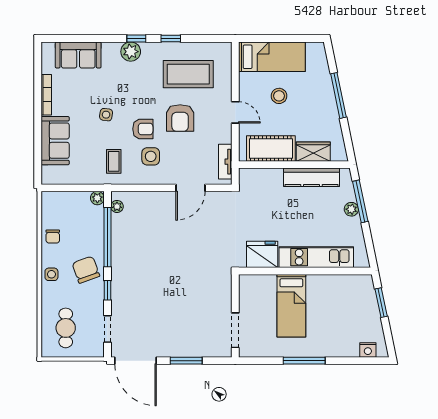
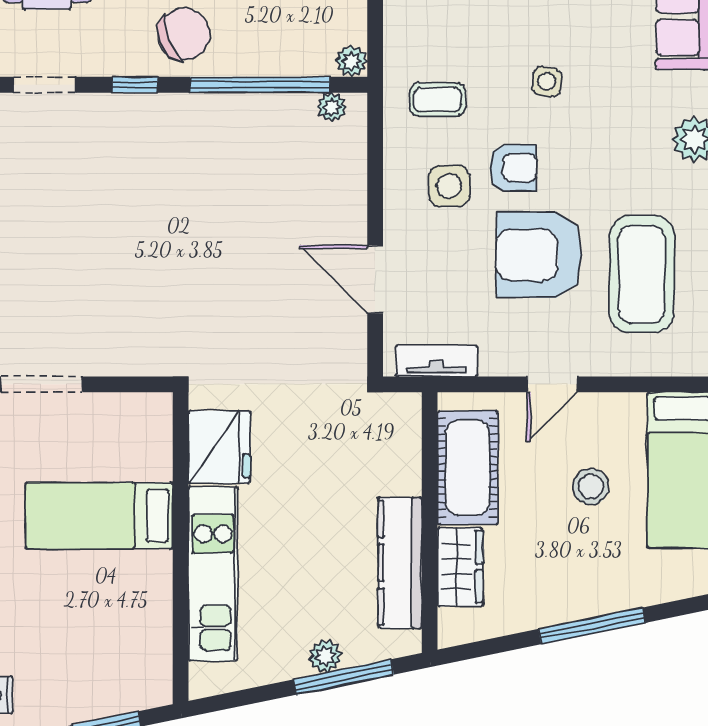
armchair: (180, 118) -> (539, 255), width x1.36, depth x1.36
armchair: (143, 129) -> (513, 168), turned -90

